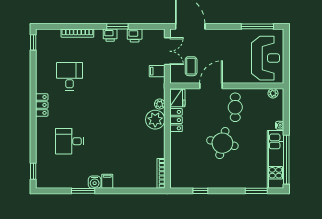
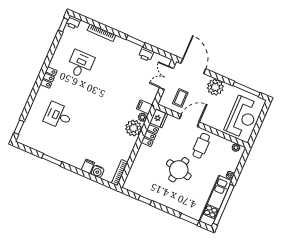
printer: (110, 35) -> (73, 22), moved
plant: (223, 39) -> (215, 87), added
double door: (167, 51) -> (167, 78), swing flipped
filing cabinet: (157, 71) -> (144, 107), moved
filing cabinet: (107, 181) -> (88, 166), moved
water cooler: (95, 182) -> (98, 171), moved

